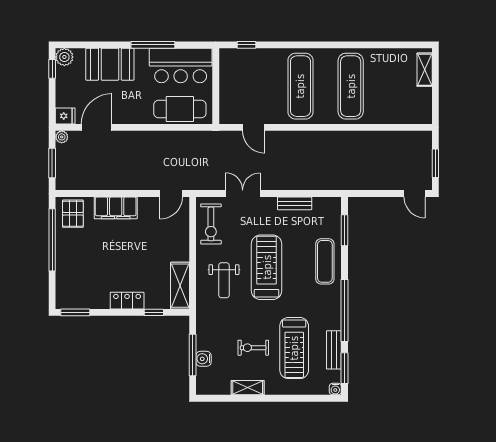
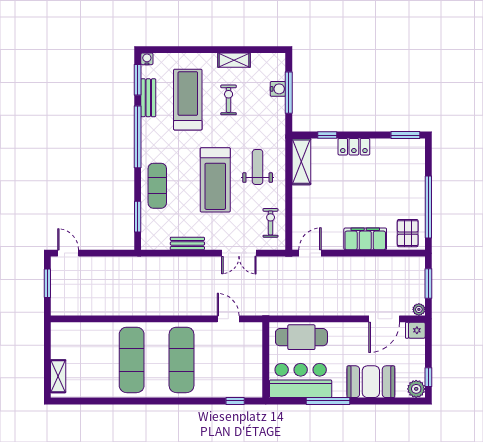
exercise bike: (211, 224) -> (271, 223), width x0.73, depth x0.72
exercise bike: (253, 348) -> (229, 100), turned -90

